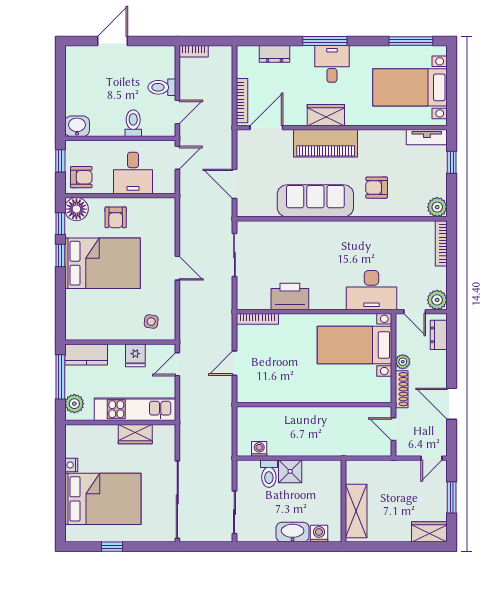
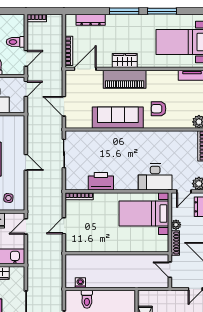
window: (411, 41) -> (162, 11), moved
dresser: (274, 54) -> (91, 20), width x1.44
desk: (332, 64) -> (129, 26), removed
door: (415, 312) -> (184, 191), hinge flipped
shower: (290, 471) -> (101, 298), removed

